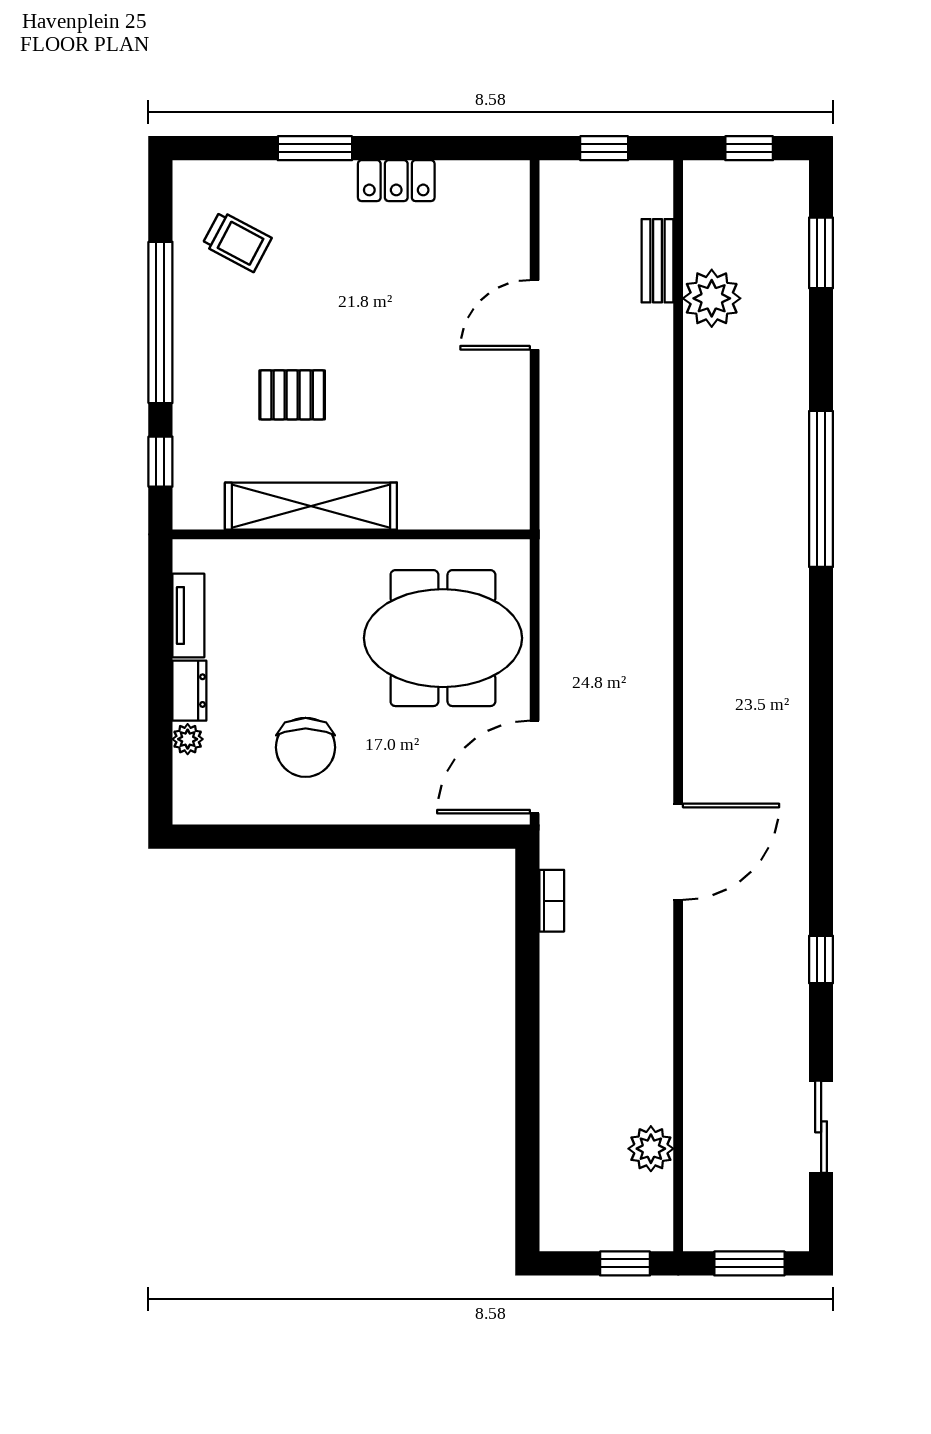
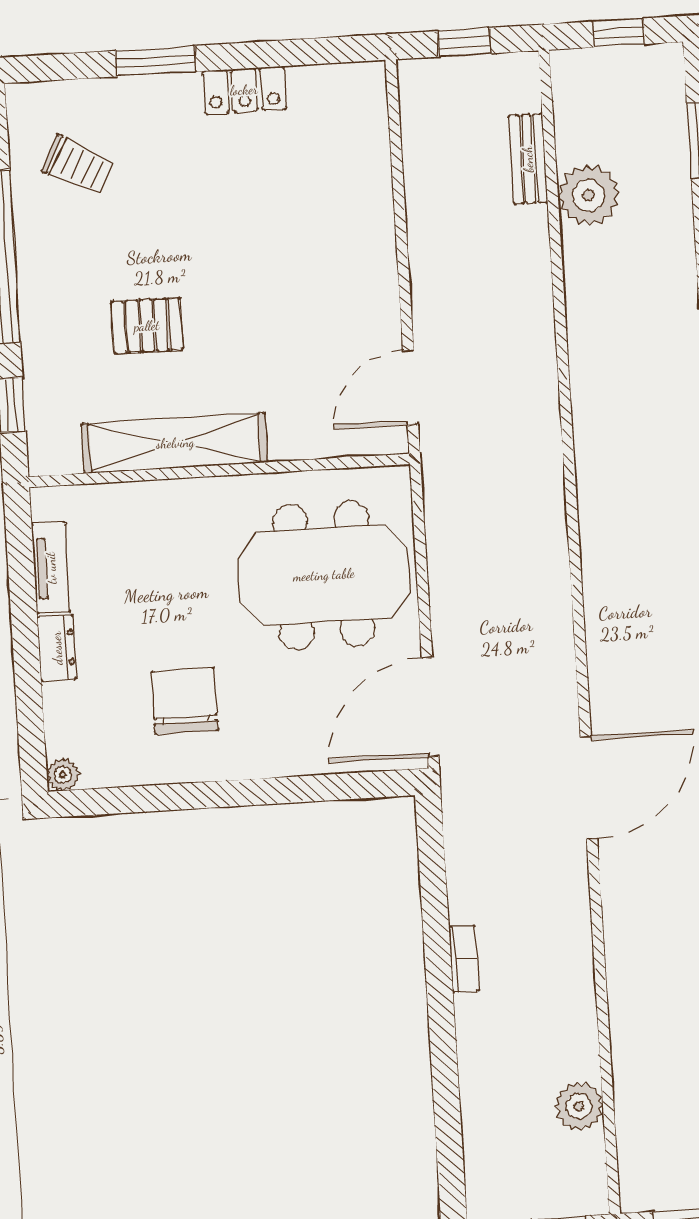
door: (535, 315) -> (411, 387), moved
plant: (188, 739) -> (63, 775), moved
chair: (306, 747) -> (184, 701), turned 180
bookcase: (552, 901) -> (464, 959), moved

